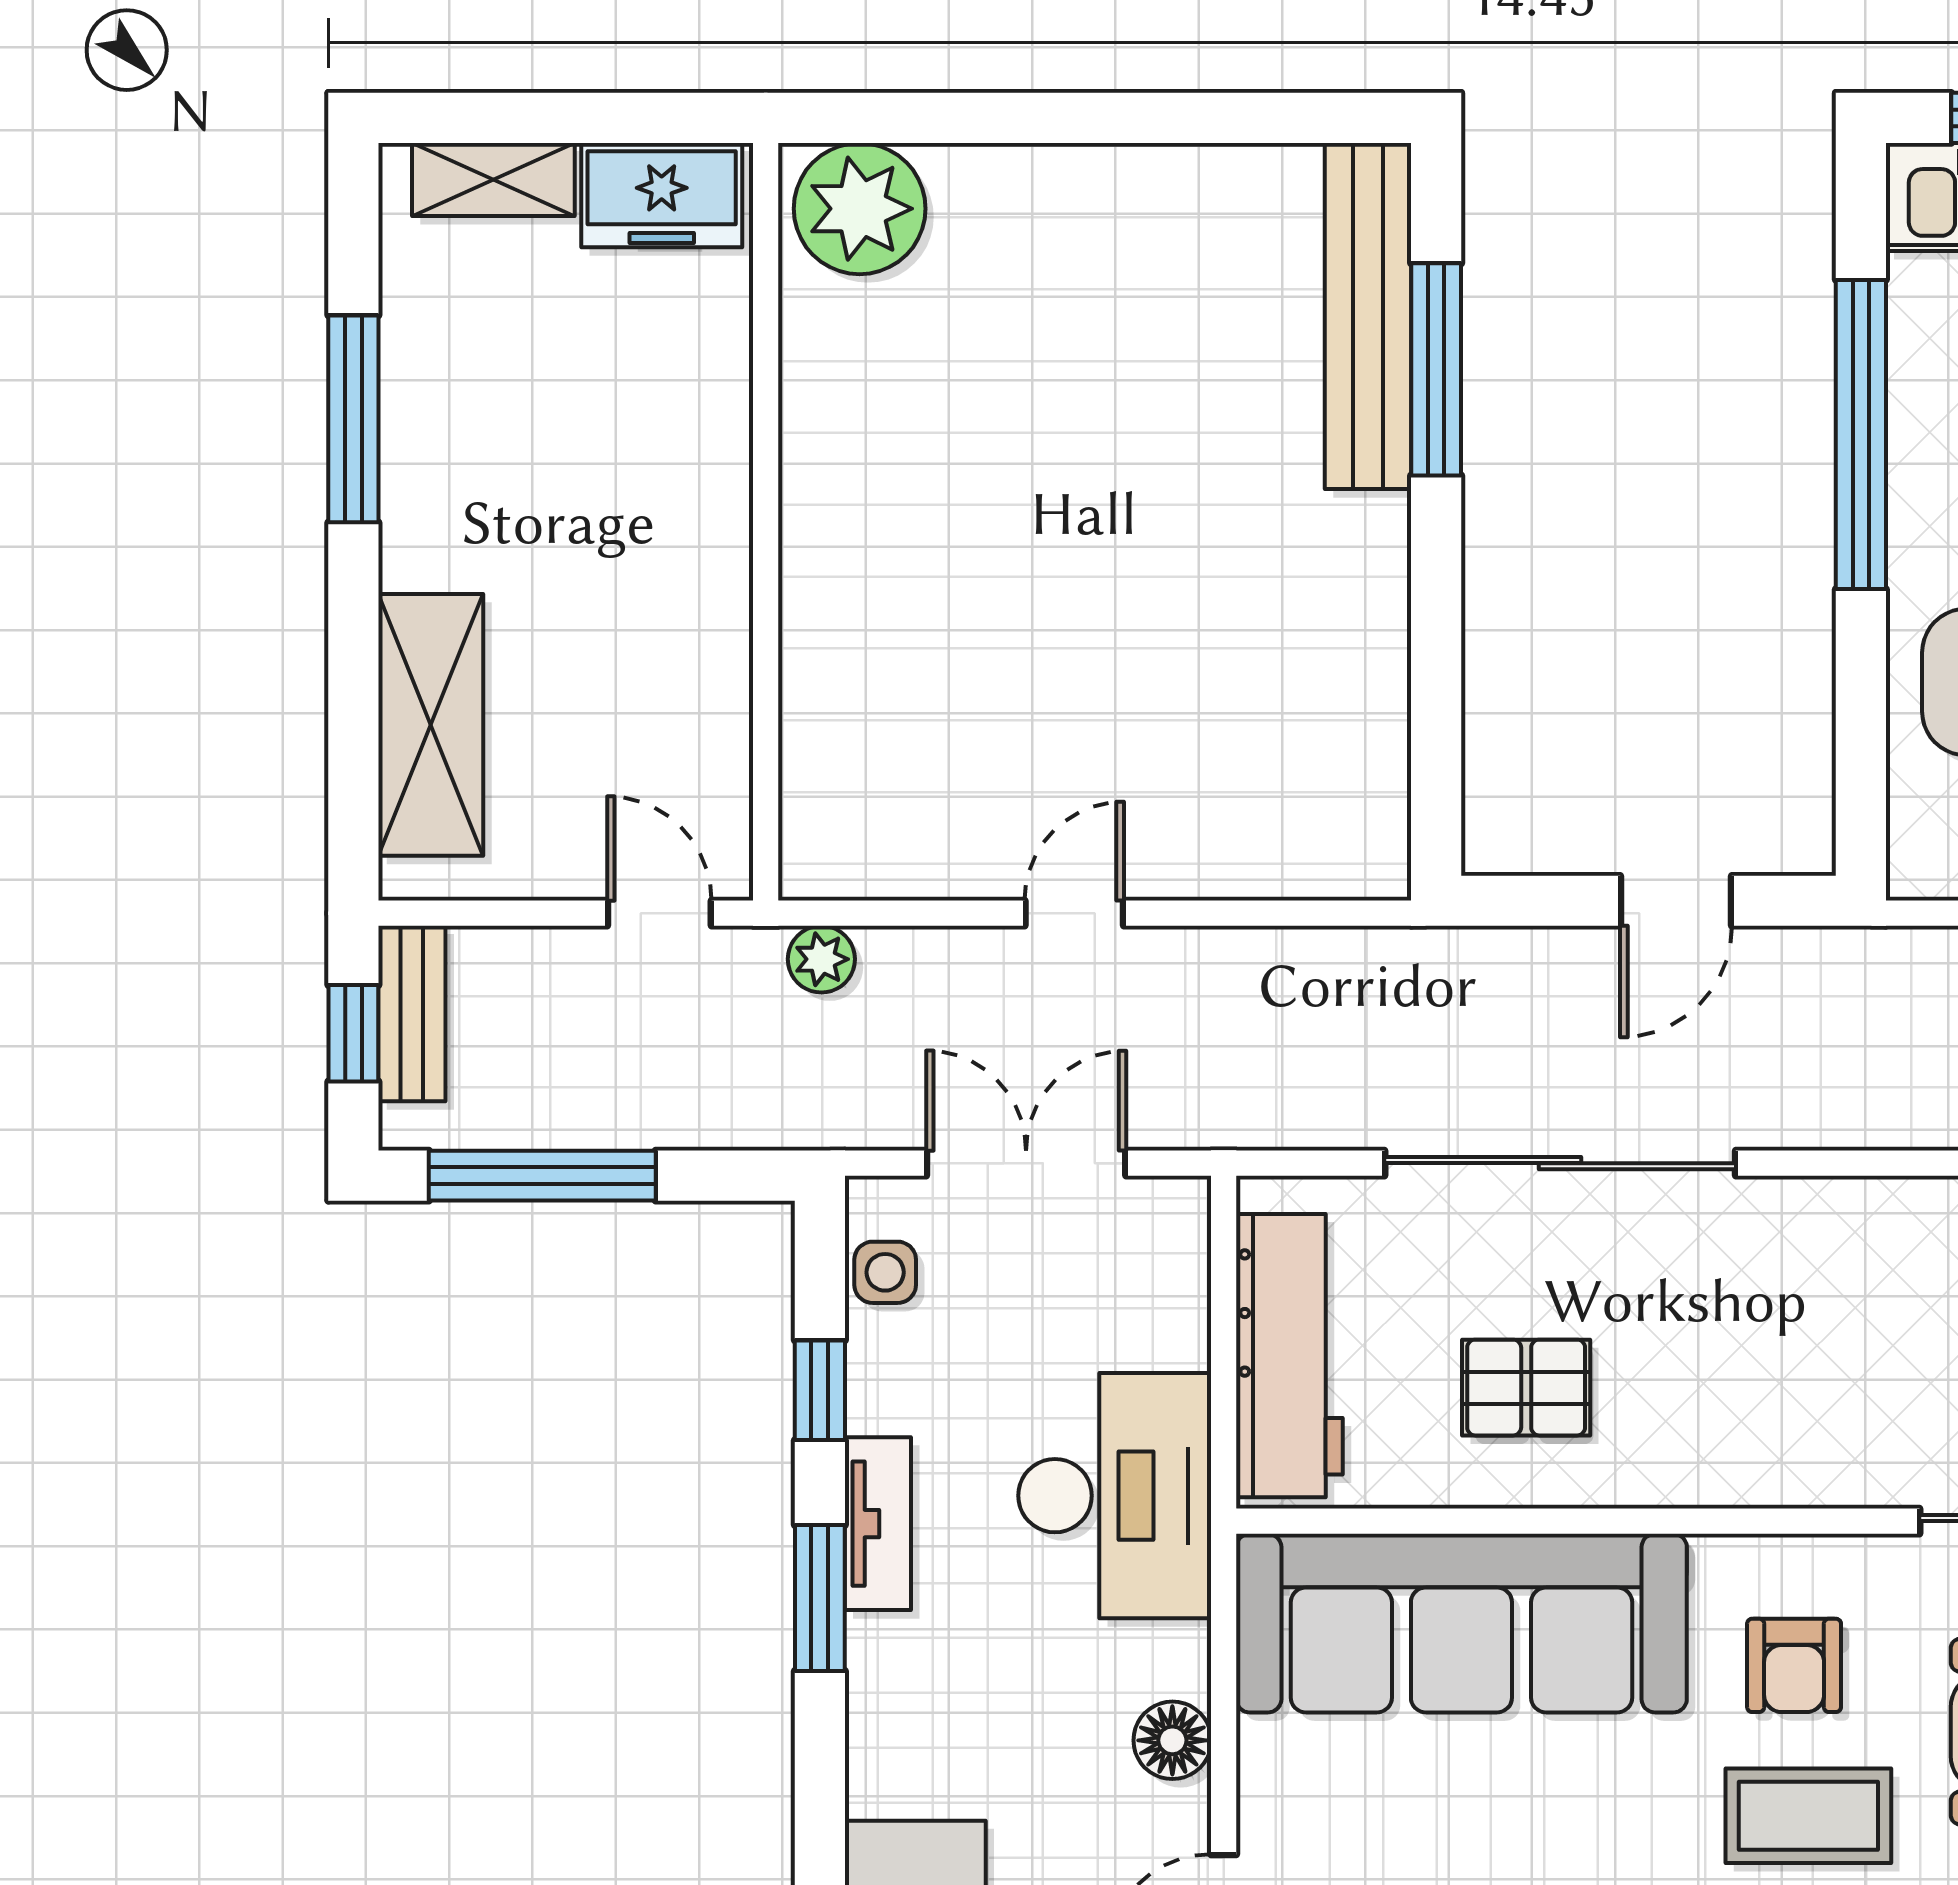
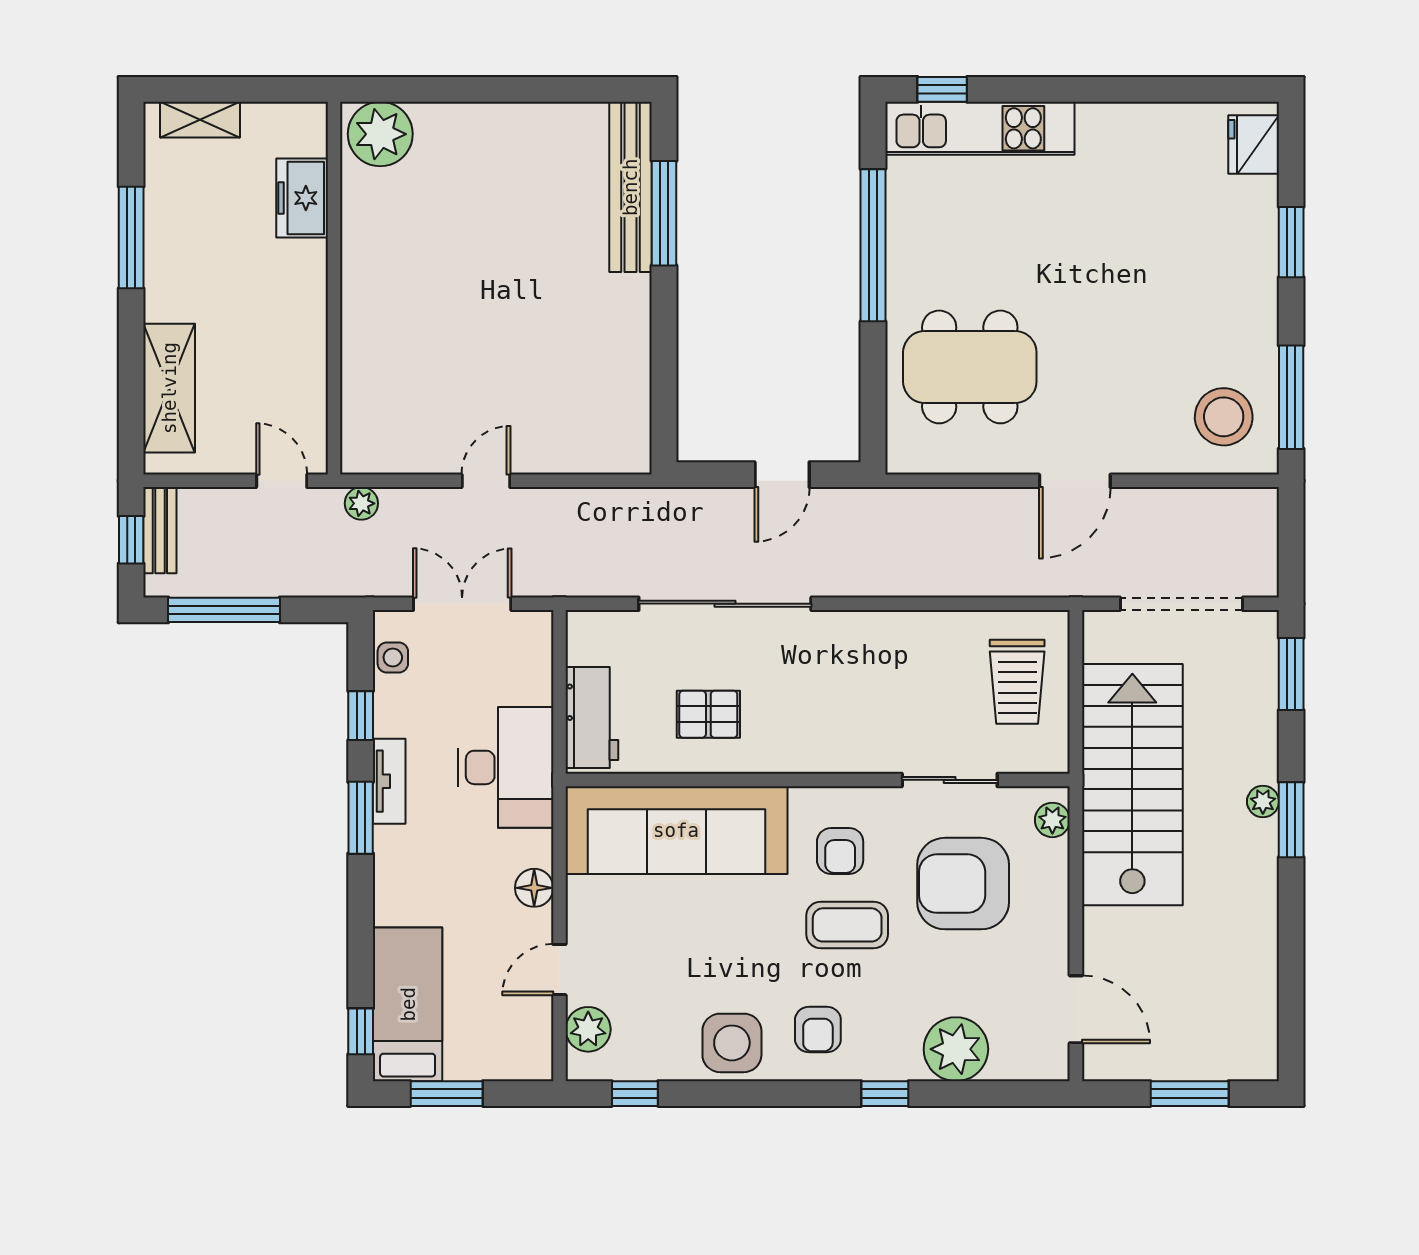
freezer: (662, 195) -> (302, 198), moved, turned 90
workbench: (1289, 1356) -> (592, 717), width x0.73

